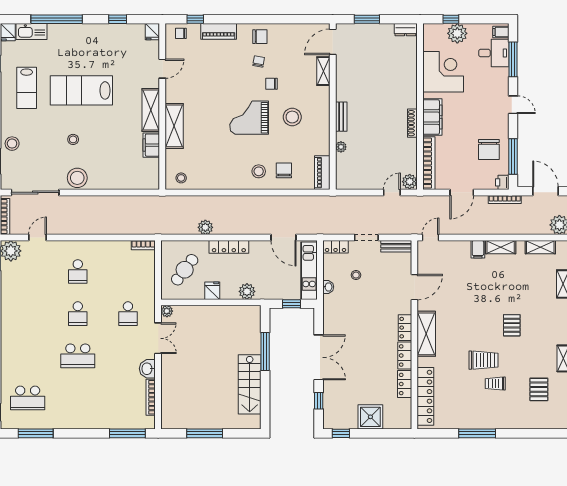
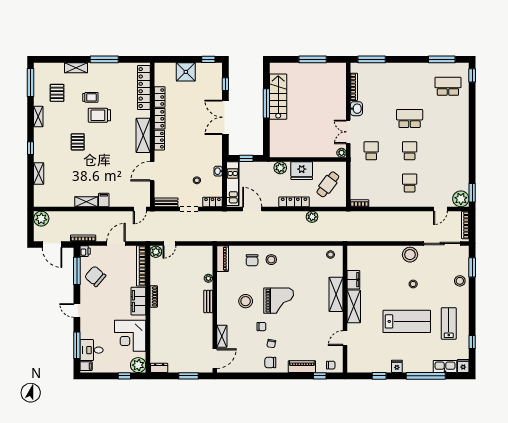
fridge: (152, 32) -> (397, 366), moved
plant: (457, 33) -> (138, 365), moved
chair: (489, 150) -> (95, 276), turned -49
shelving: (540, 247) -> (76, 68), moved
fridge: (212, 291) -> (302, 171), width x1.88, depth x1.34
window: (265, 352) -> (266, 103), moved

